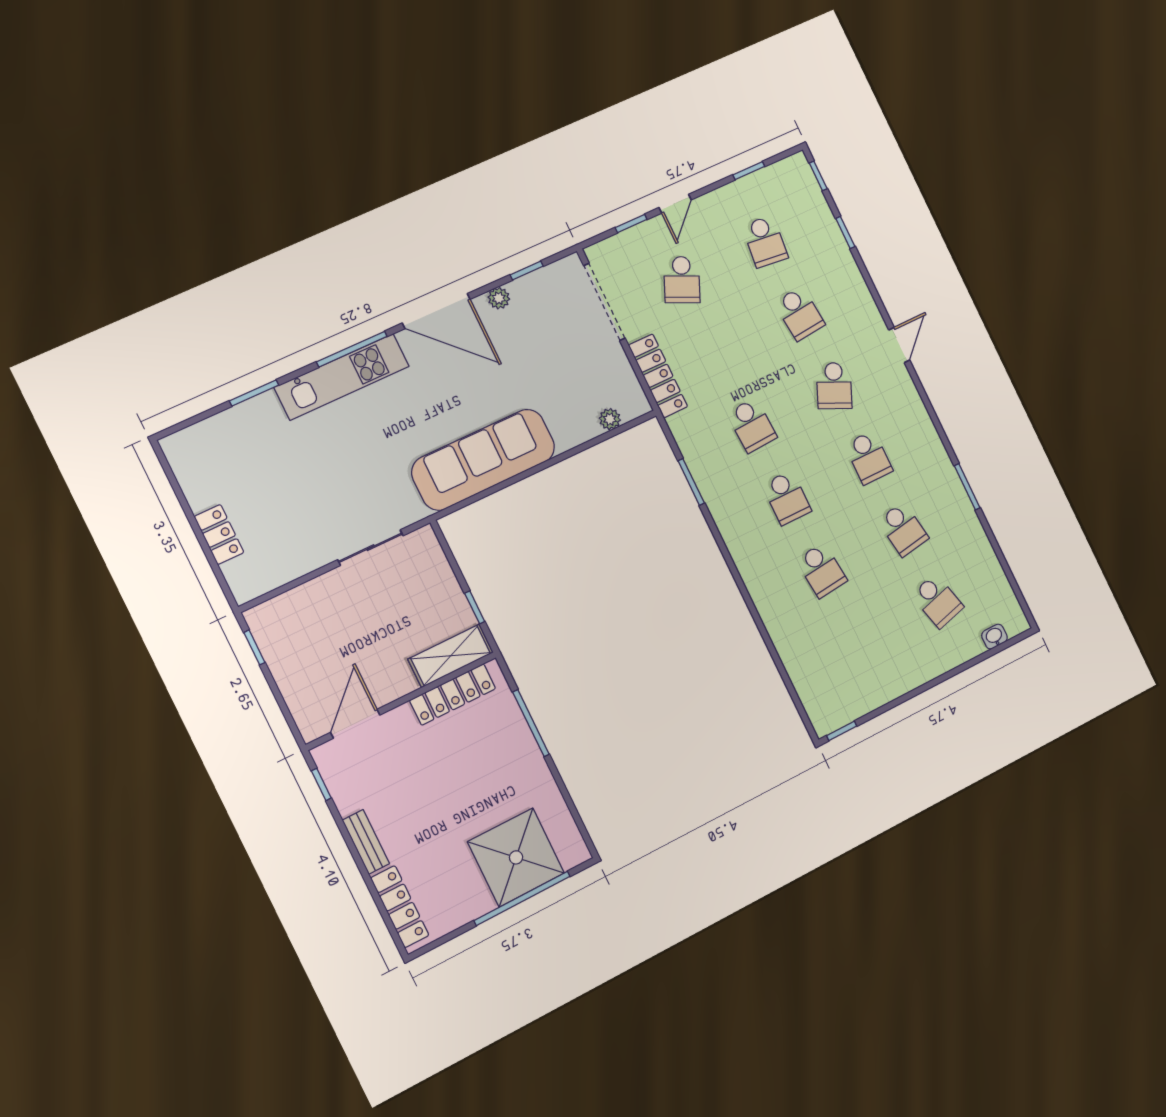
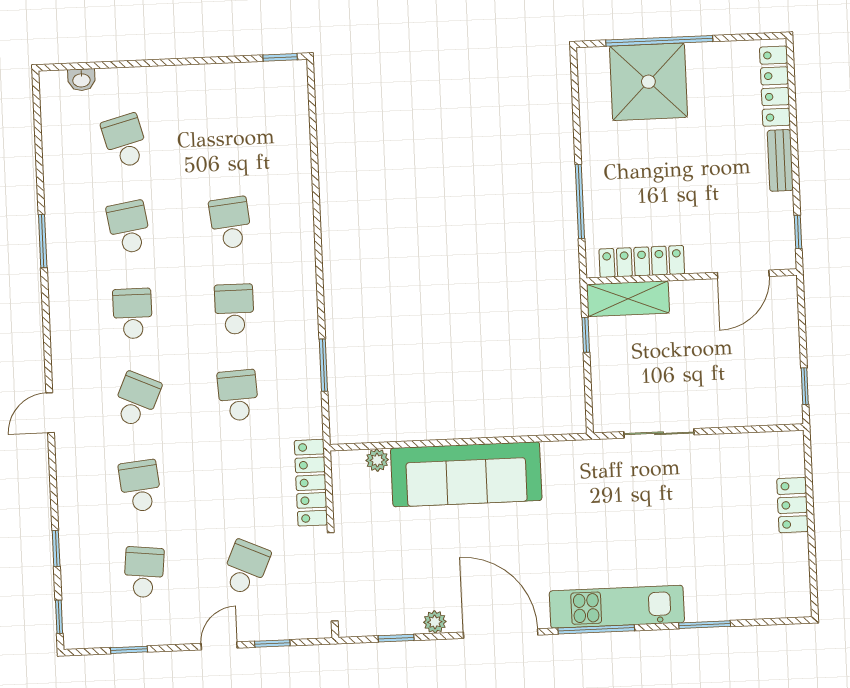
sofa: (483, 460) -> (466, 474), moved

